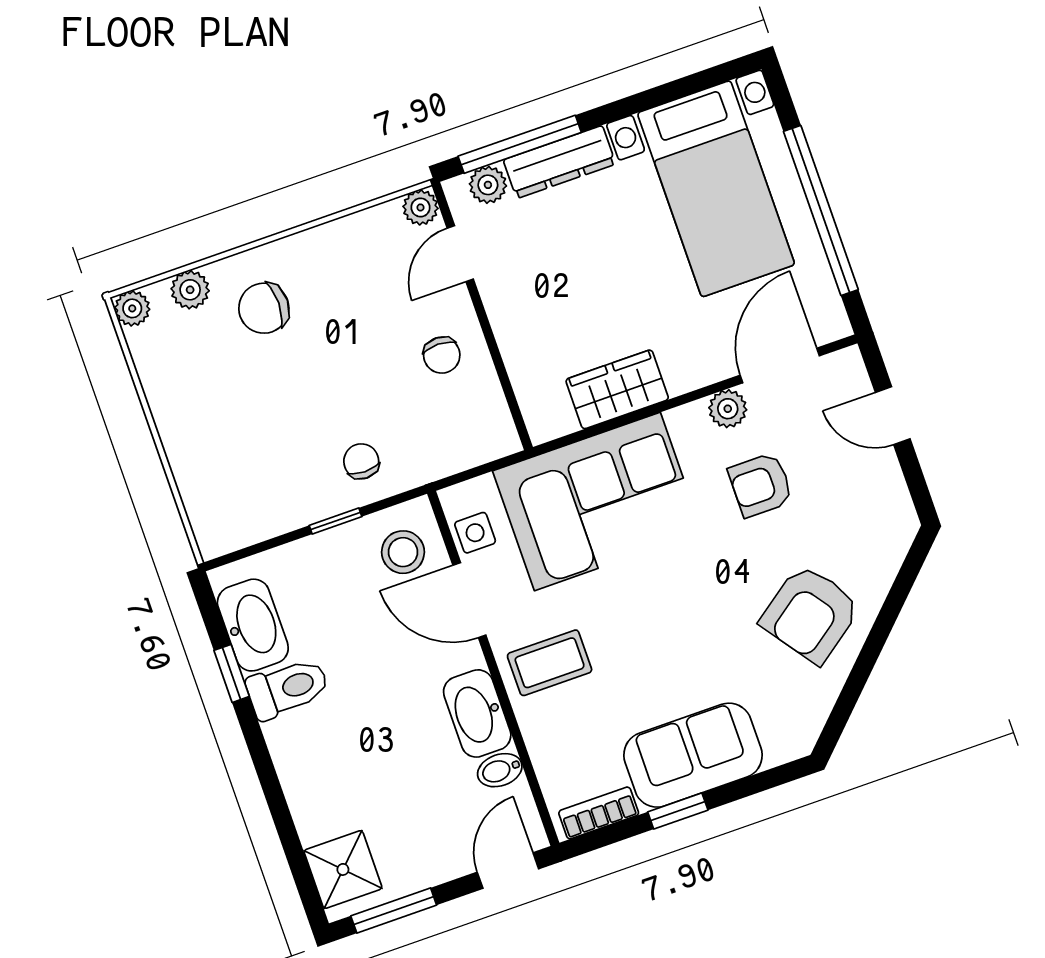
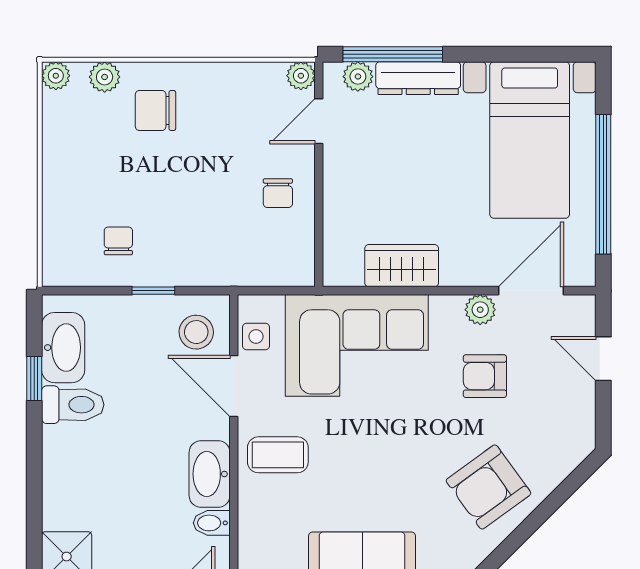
chair: (361, 461) -> (118, 241), moved

